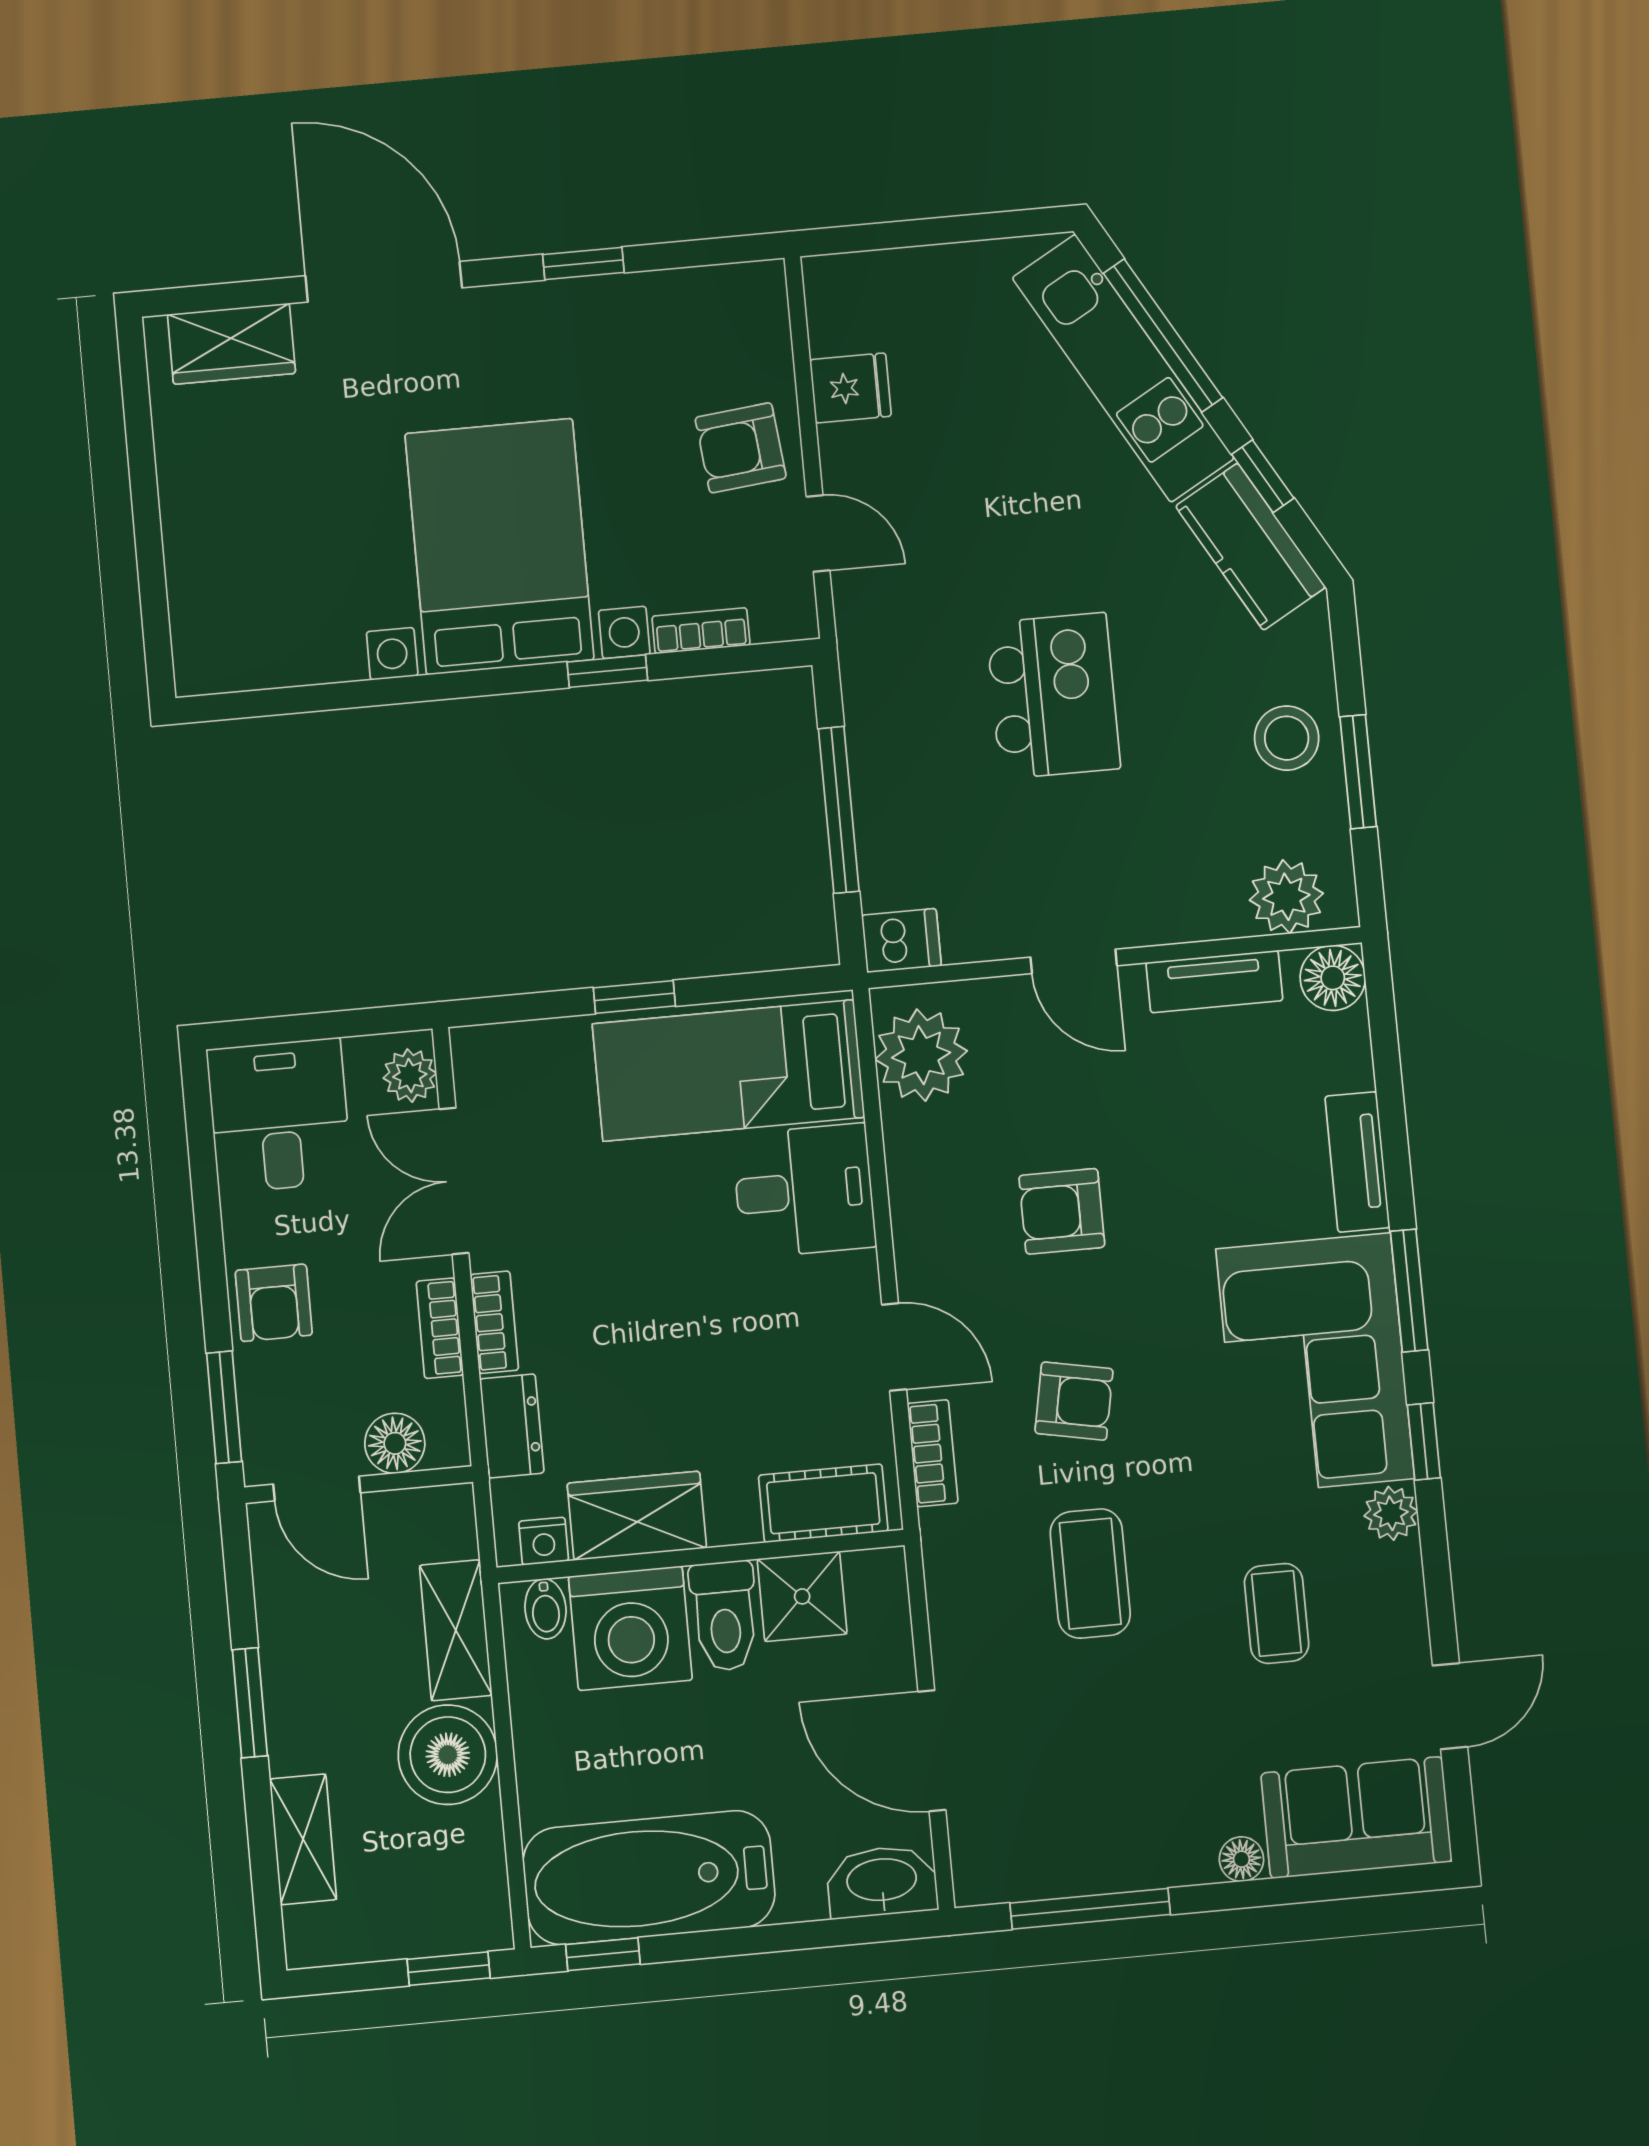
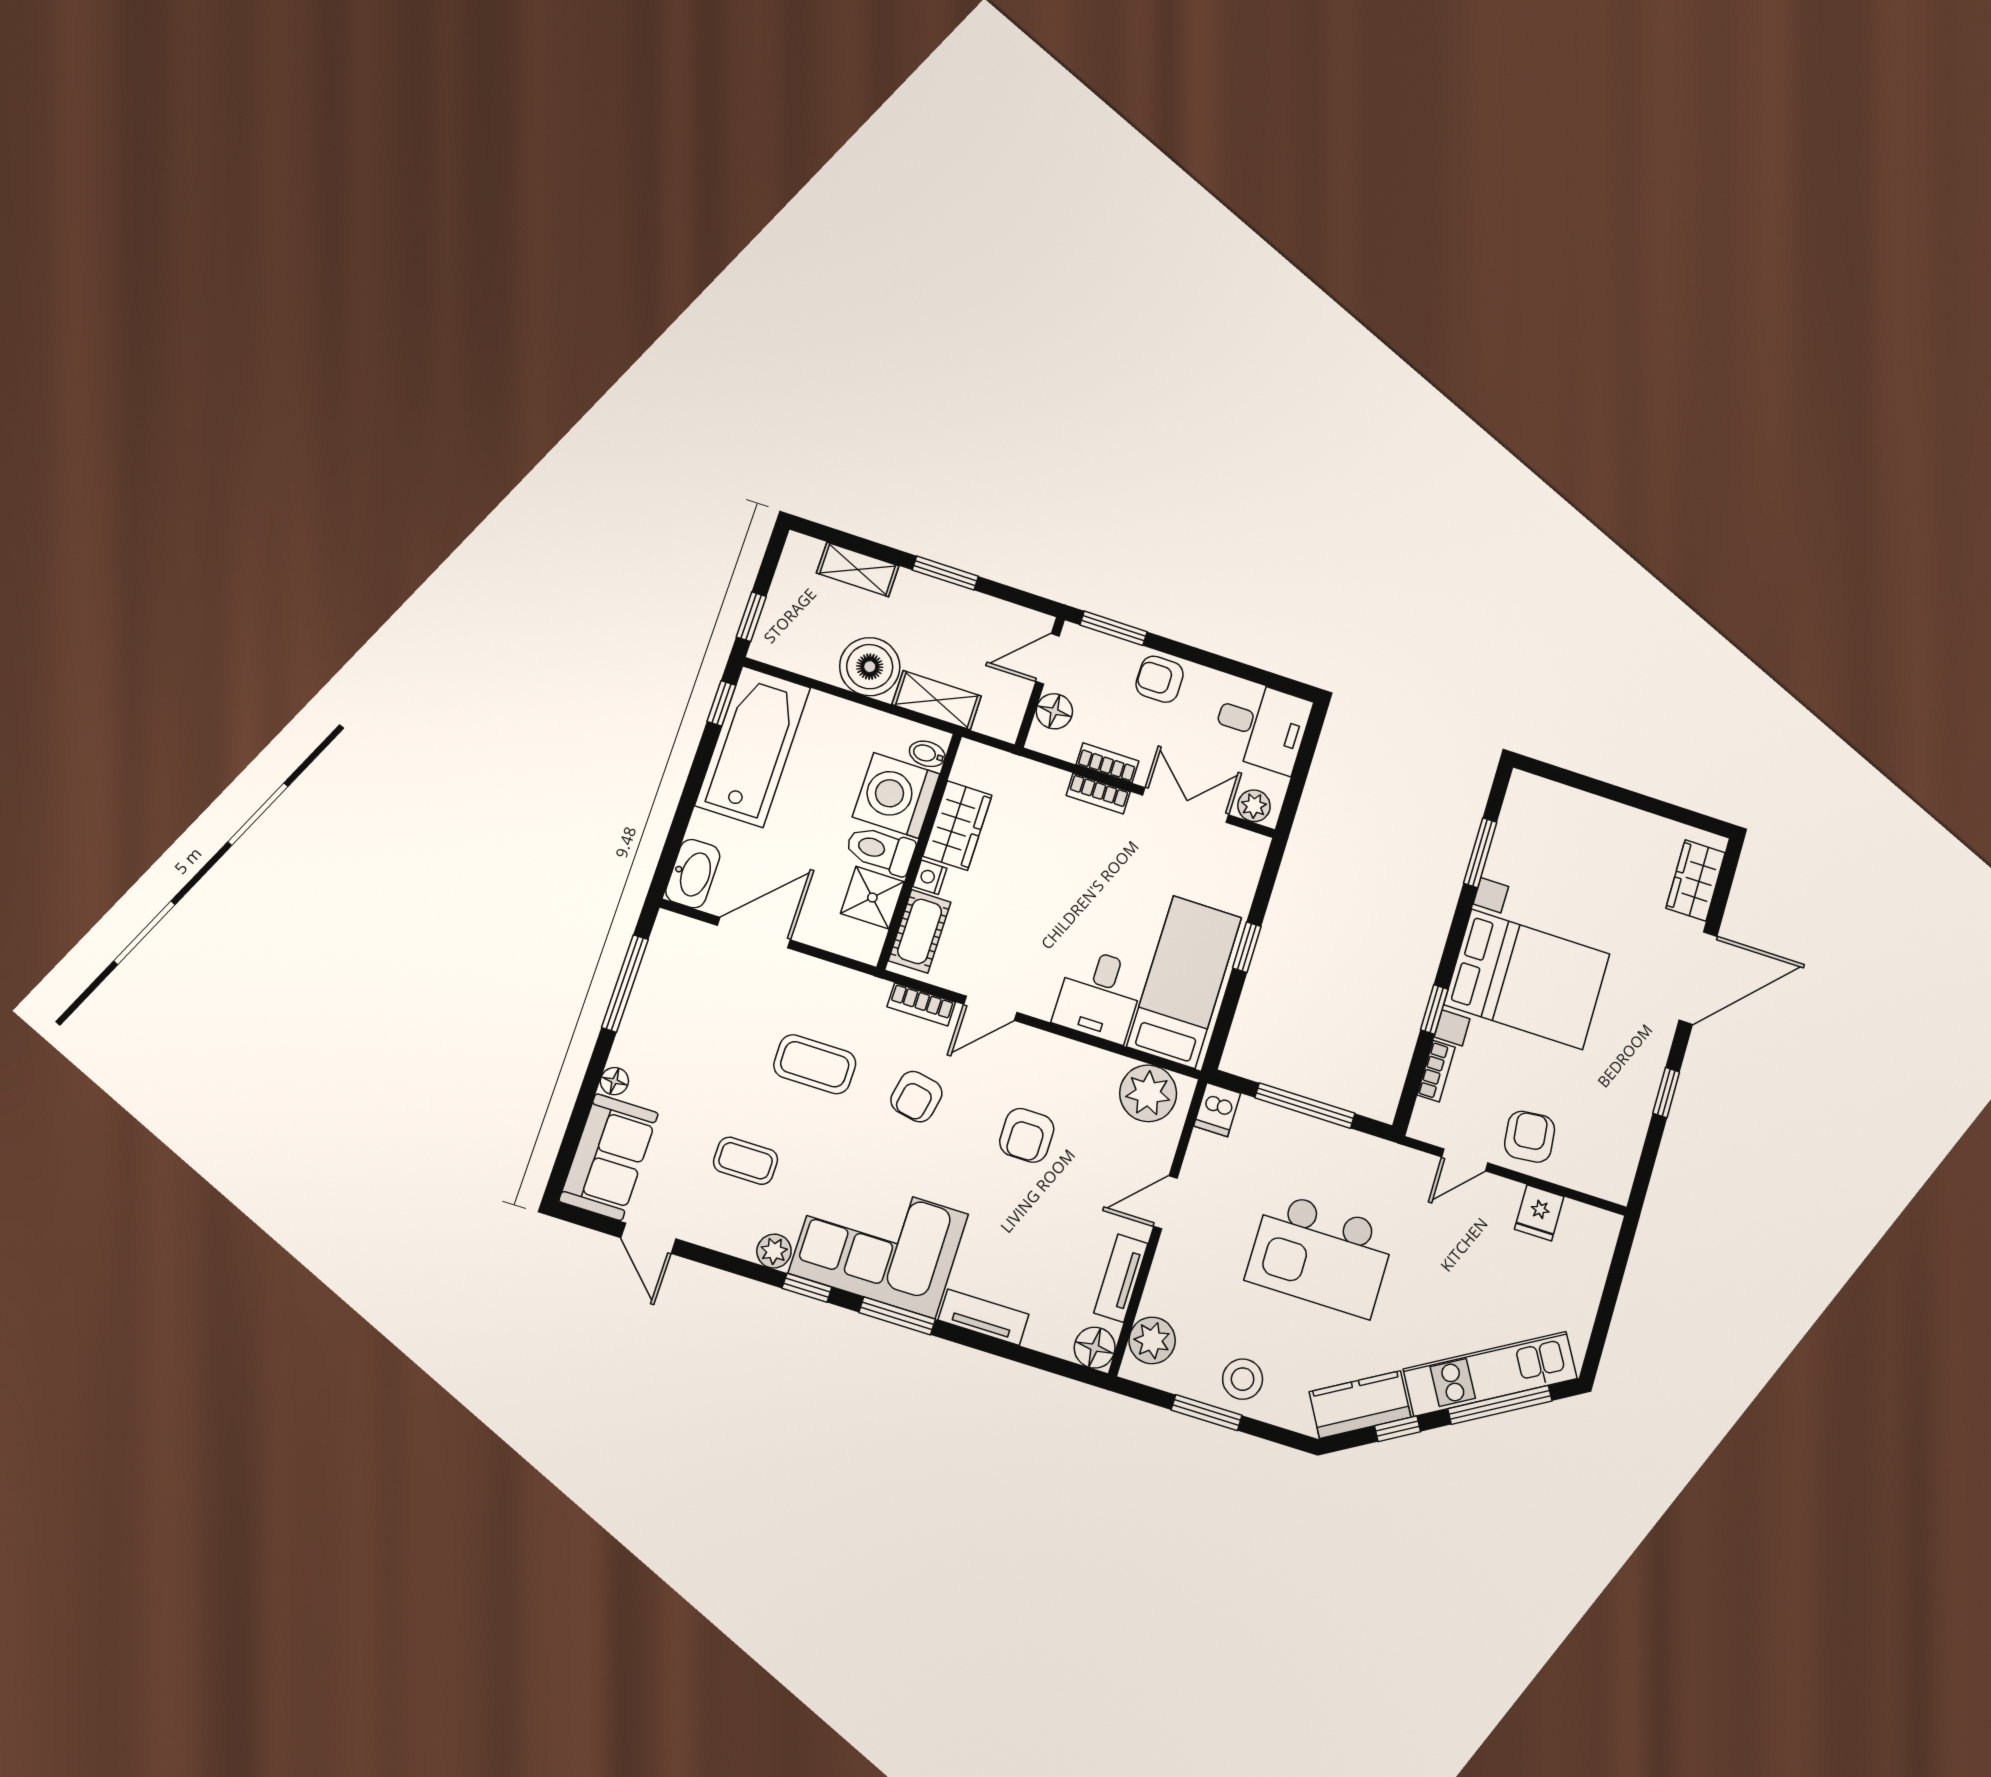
window: (332, 696) -> (1480, 853), added
kitchen island: (1053, 696) -> (1320, 1255), width x1.37, depth x1.28
armchair: (1062, 1211) -> (1027, 1135), turned 180
dresser: (512, 1426) -> (1037, 779), removed
nightstand: (544, 1541) -> (930, 877), moved

